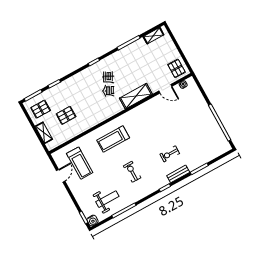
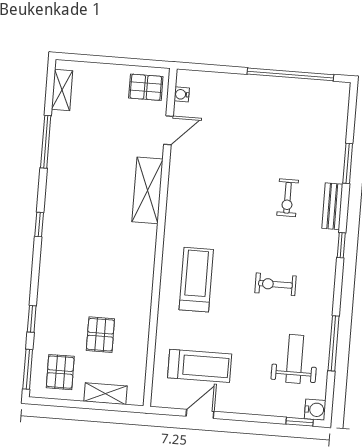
treadmill: (113, 139) -> (196, 280), turned 180
door: (61, 176) -> (200, 414), hinge flipped

